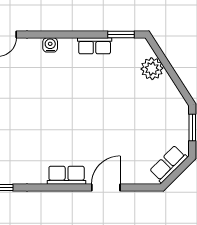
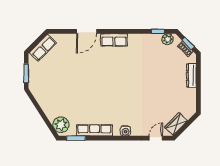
row of seats: (95, 46) -> (94, 130), width x1.48
plant: (152, 69) -> (61, 125), moved

